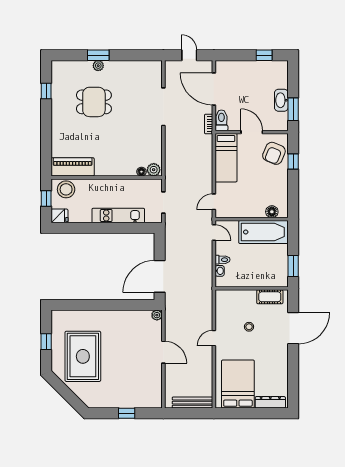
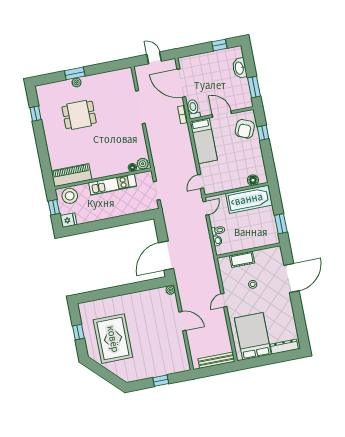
washbasin: (281, 100) -> (240, 68), moved
kitchen unit: (118, 216) -> (113, 185), moved, turned 180
door: (214, 232) -> (206, 208), hinge flipped
cot: (270, 297) -> (242, 259), moved

